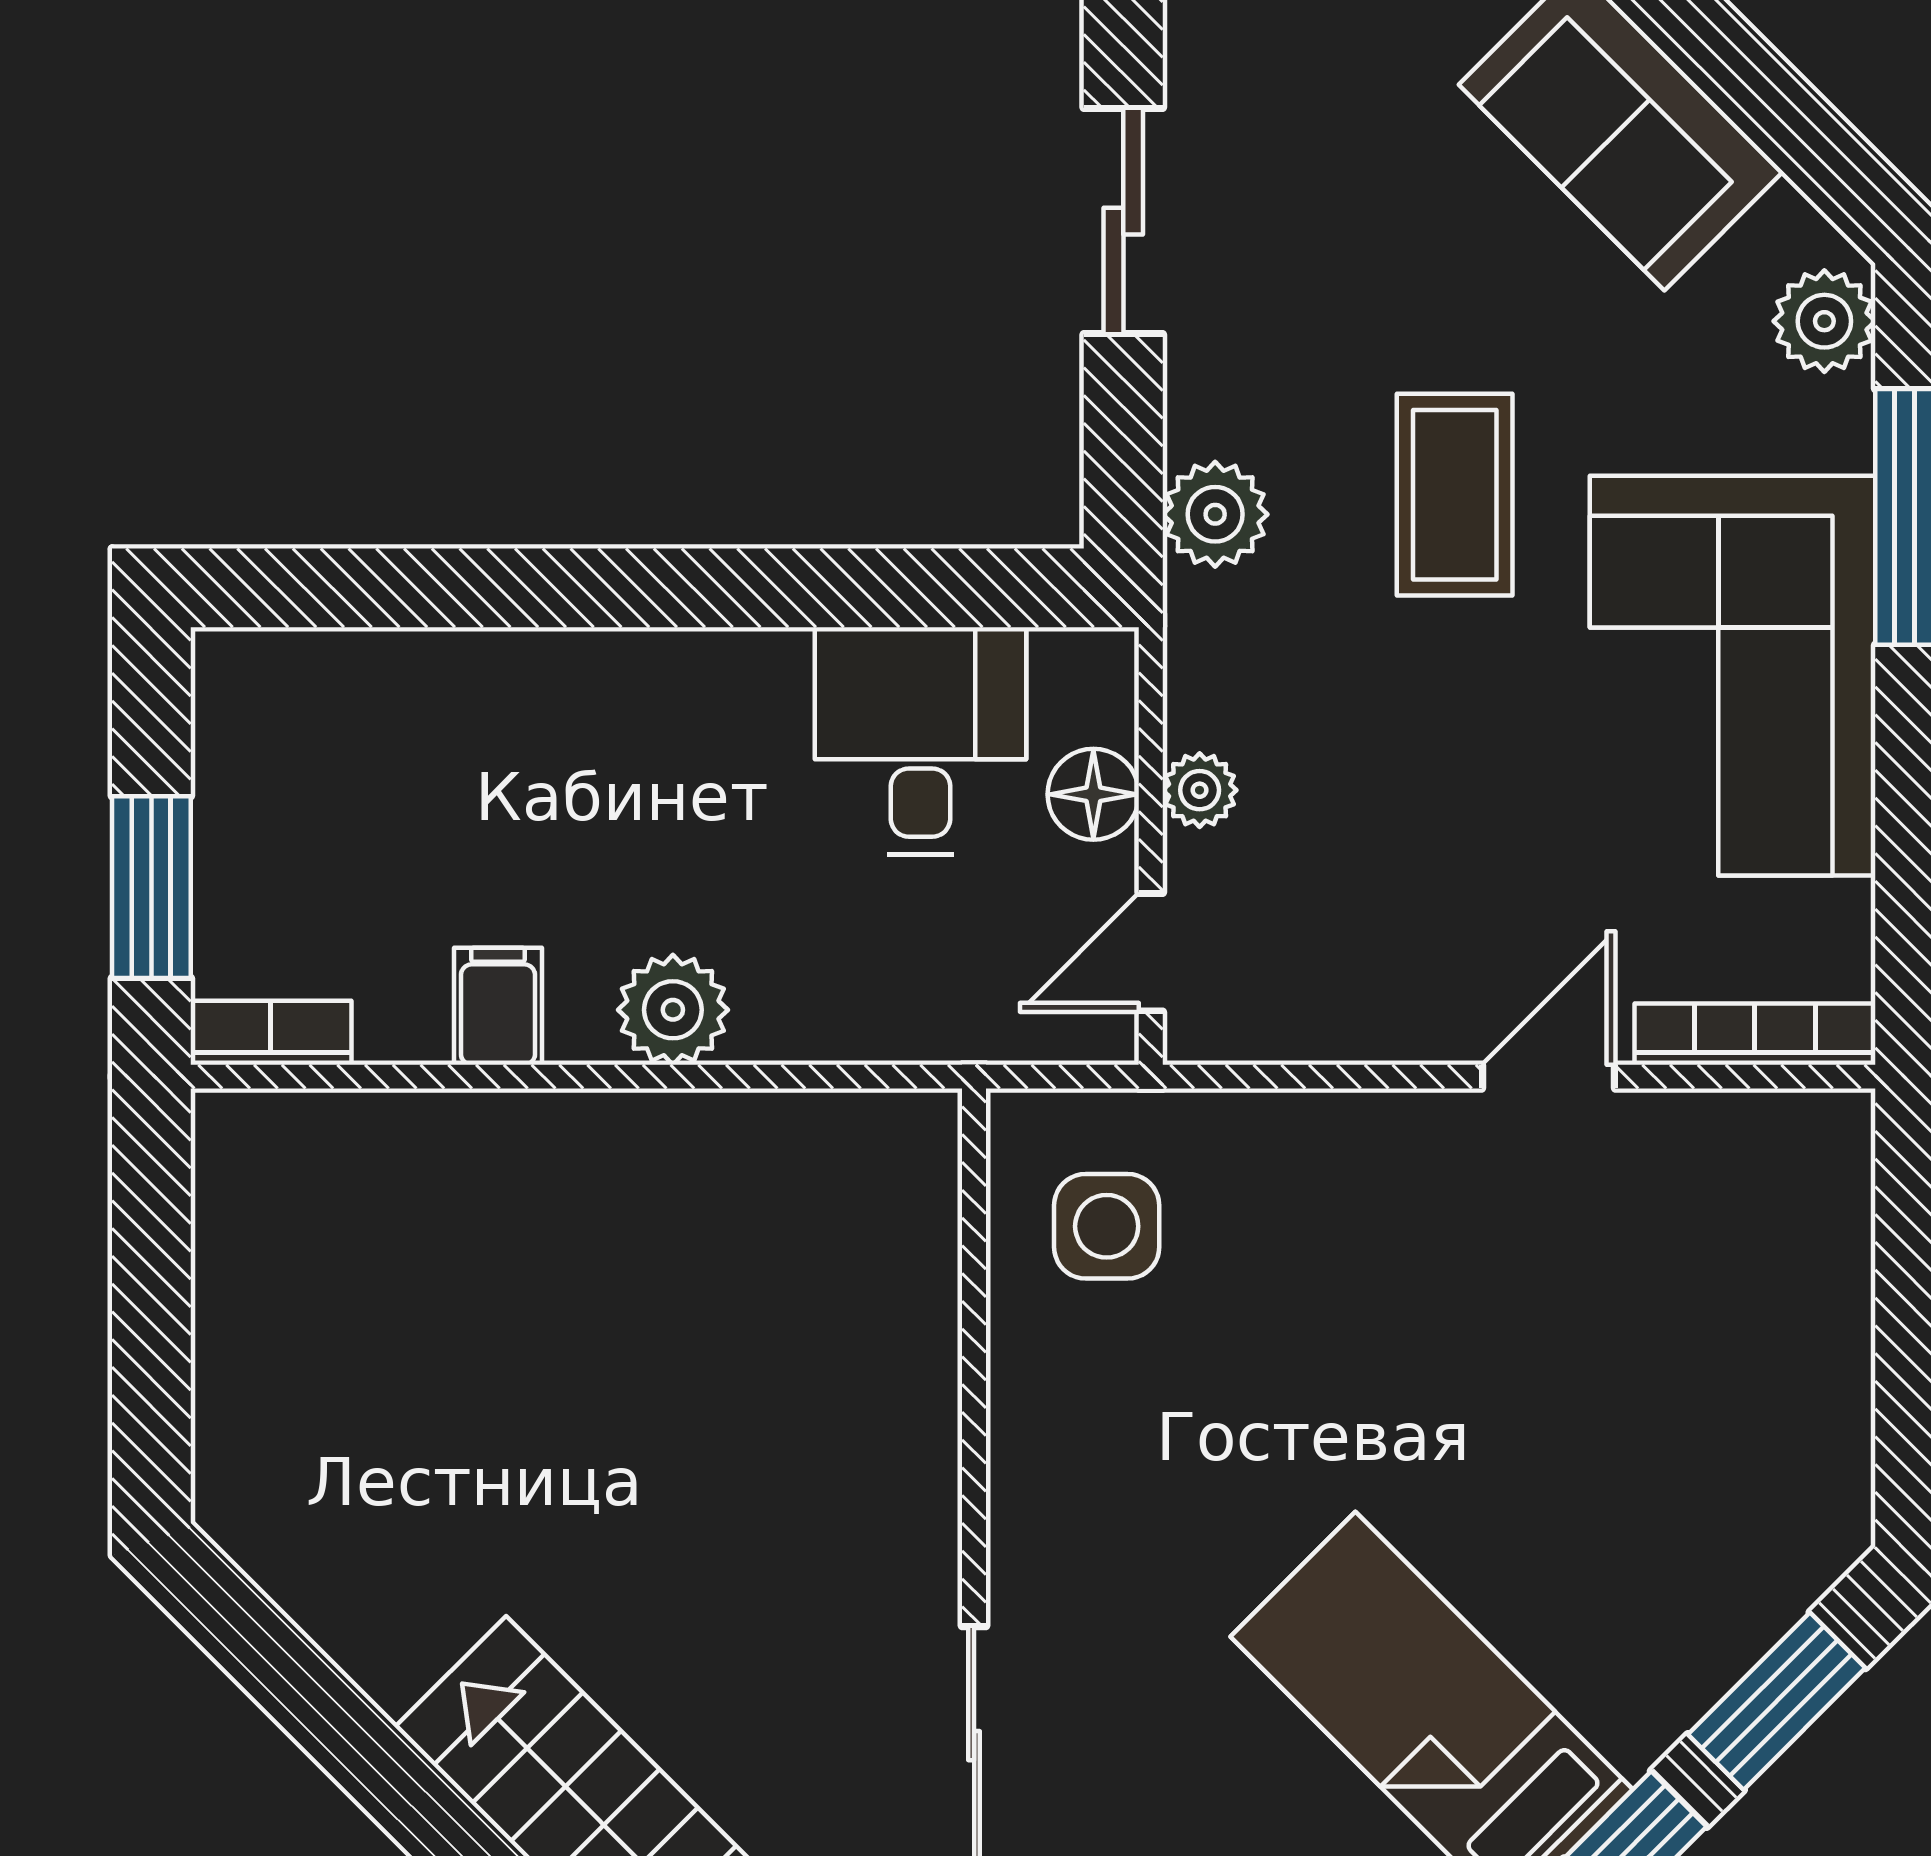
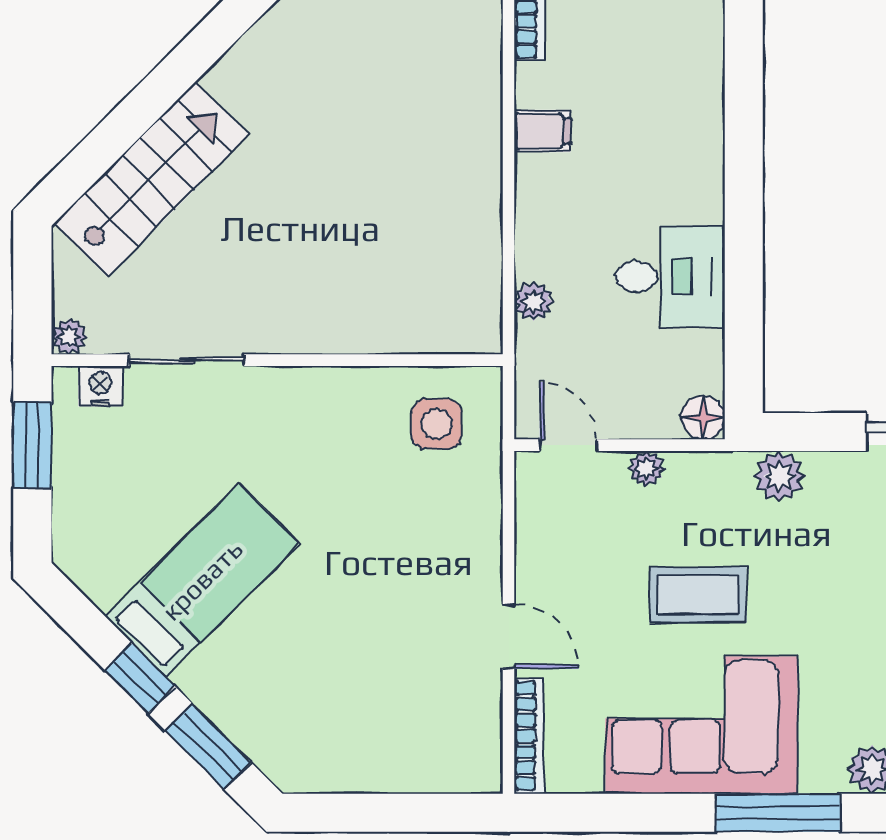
coffee table: (1455, 495) -> (698, 595), moved
desk: (921, 741) -> (670, 277), moved
floor lamp: (1093, 794) -> (703, 418), moved
plant: (673, 1010) -> (534, 302), moved, width x0.73, depth x0.73

